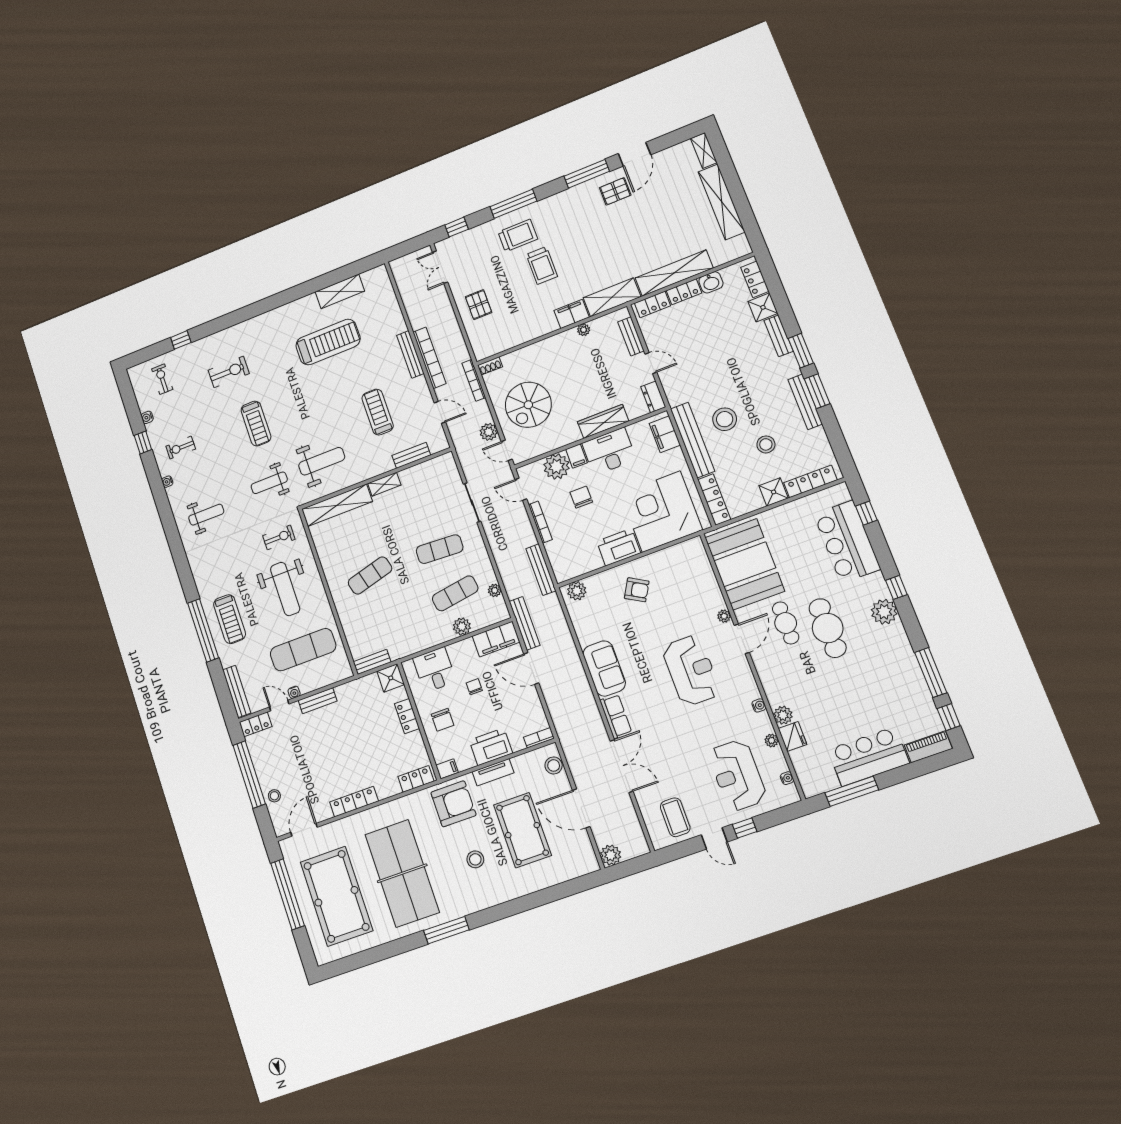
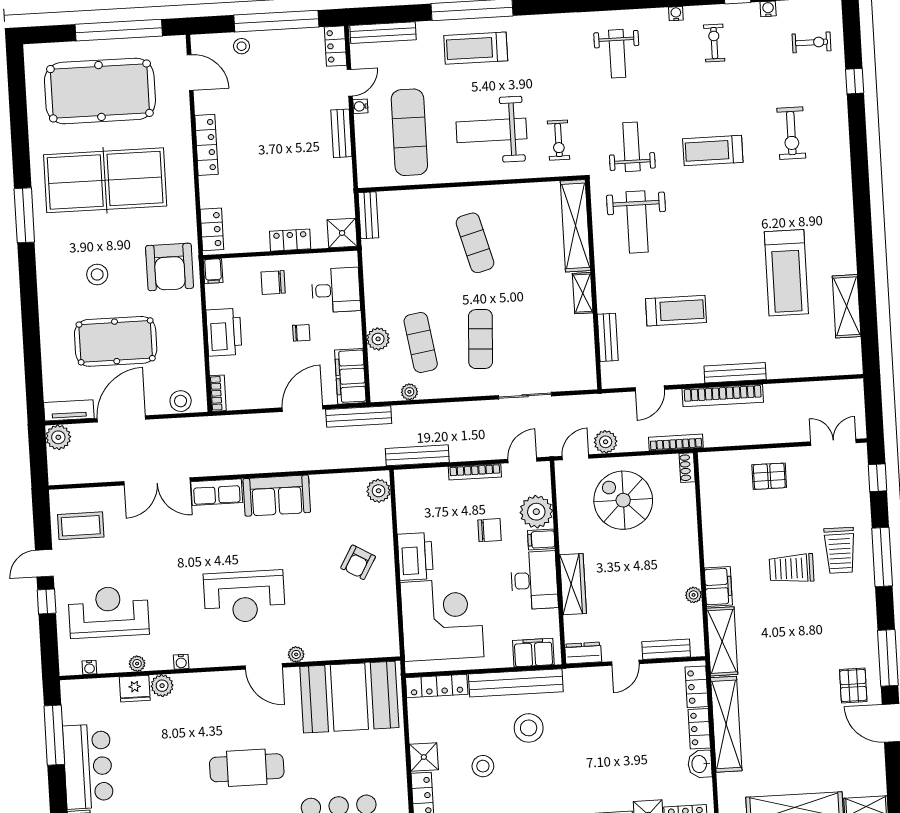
cafe table: (786, 623) -> (267, 722), removed
tv unit: (493, 772) -> (69, 410), moved, turned 90

